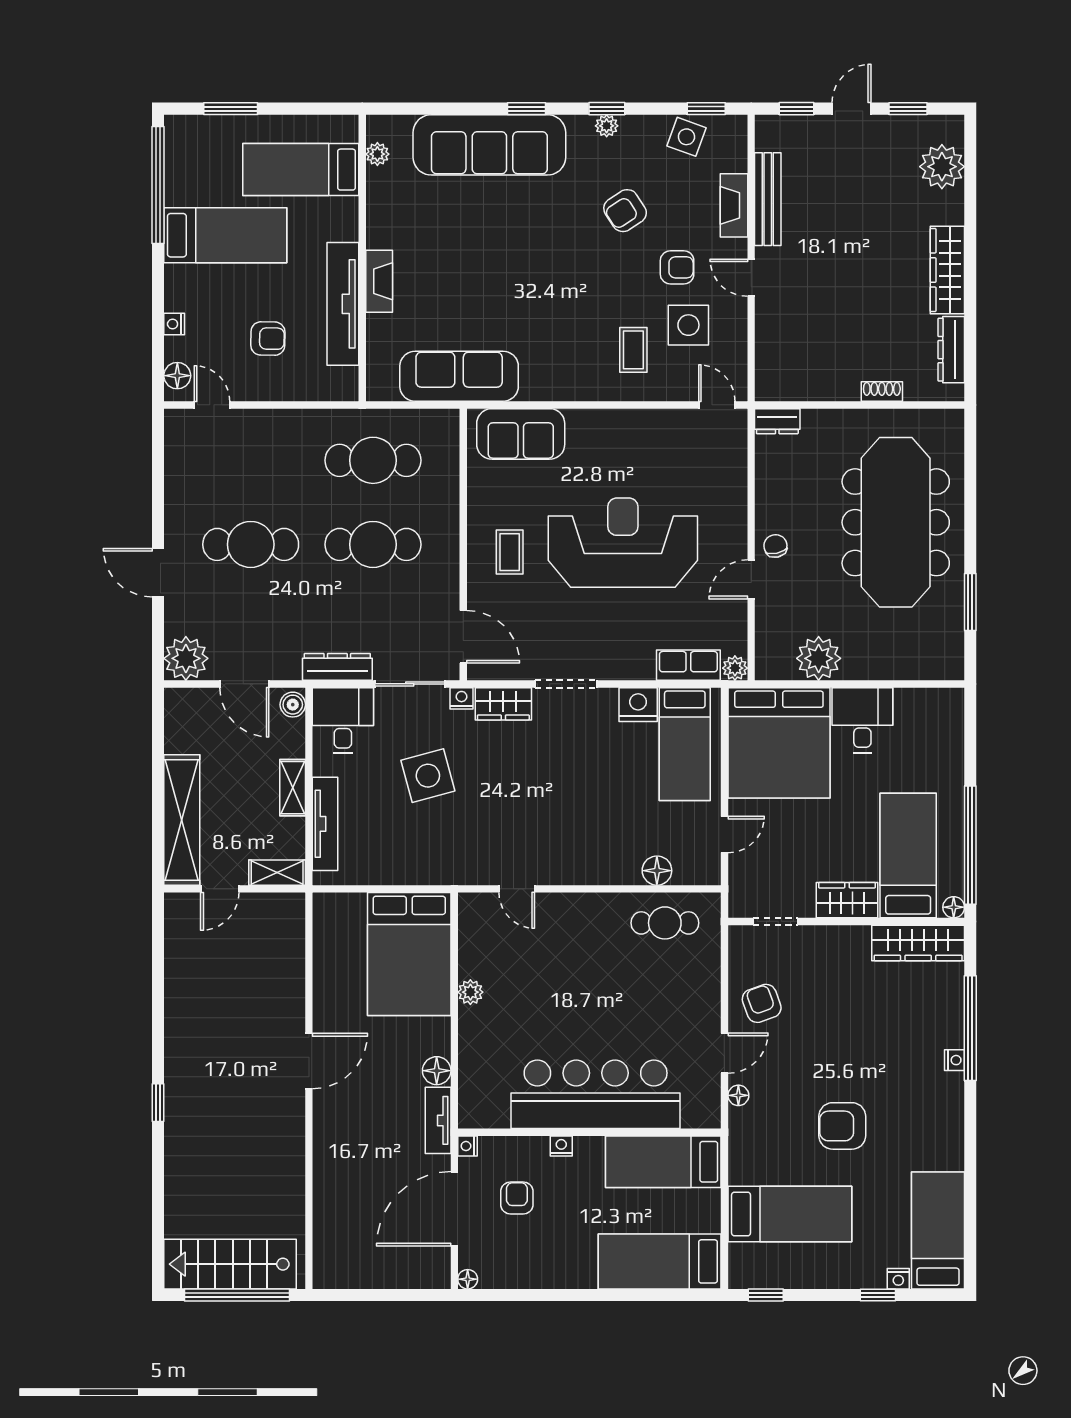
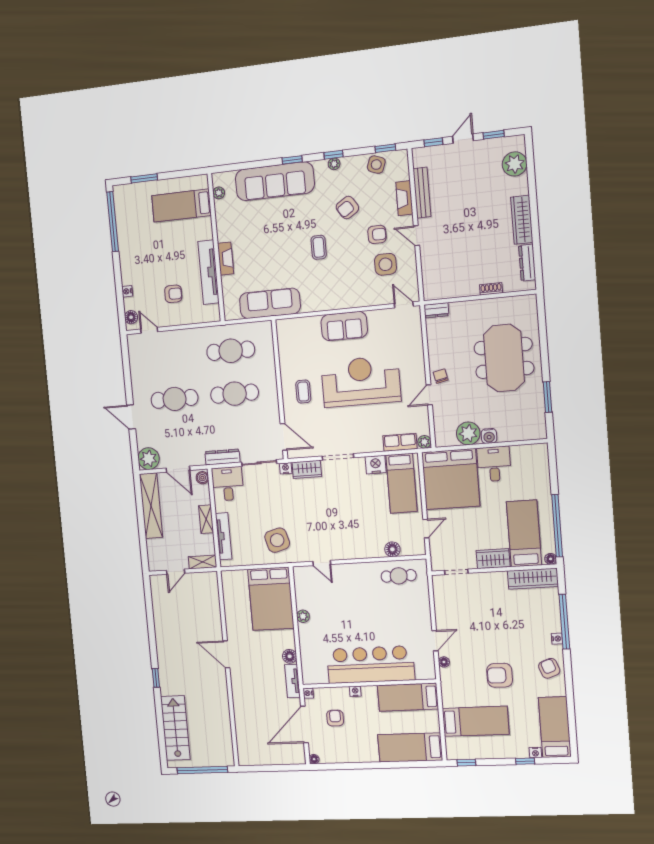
bed: (225, 235) -> (148, 243), removed
coffee table: (633, 350) -> (319, 247), moved
sofa: (521, 434) -> (344, 326), moved
meeting table: (896, 522) -> (504, 358), width x0.73
water cooler: (857, 666) -> (489, 436), added
side table: (428, 776) -> (277, 540), moved
shelving: (182, 820) -> (151, 506), moved
armchair: (762, 1003) -> (549, 668), moved
door: (309, 1061) -> (226, 654), swing flipped
stairs: (230, 1264) -> (175, 728), moved, turned 90

